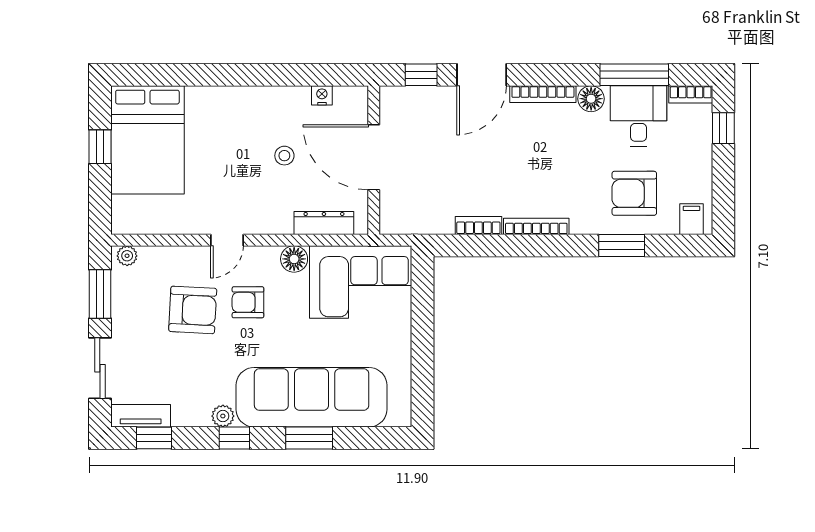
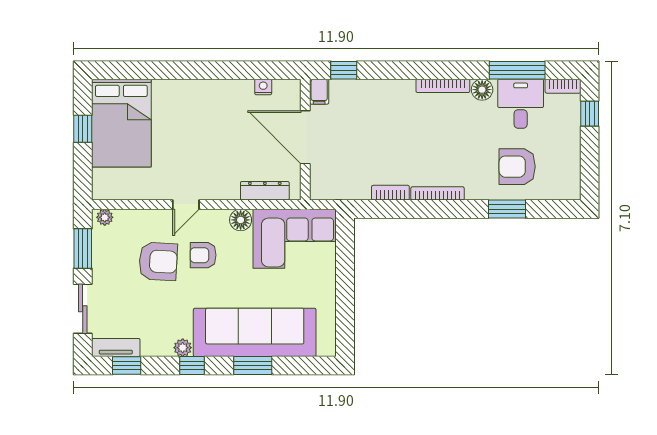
door: (482, 75) -> (393, 70), removed
stool: (284, 156) -> (233, 136), removed
filing cabinet: (692, 219) -> (319, 92), moved, turned 180

